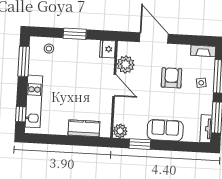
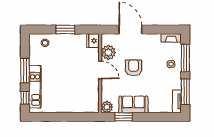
window: (24, 61) -> (25, 71), moved
armchair: (171, 78) -> (134, 68), moved
kitchen counter: (84, 128) -> (77, 106), removed
sofa: (165, 130) -> (133, 104), moved

